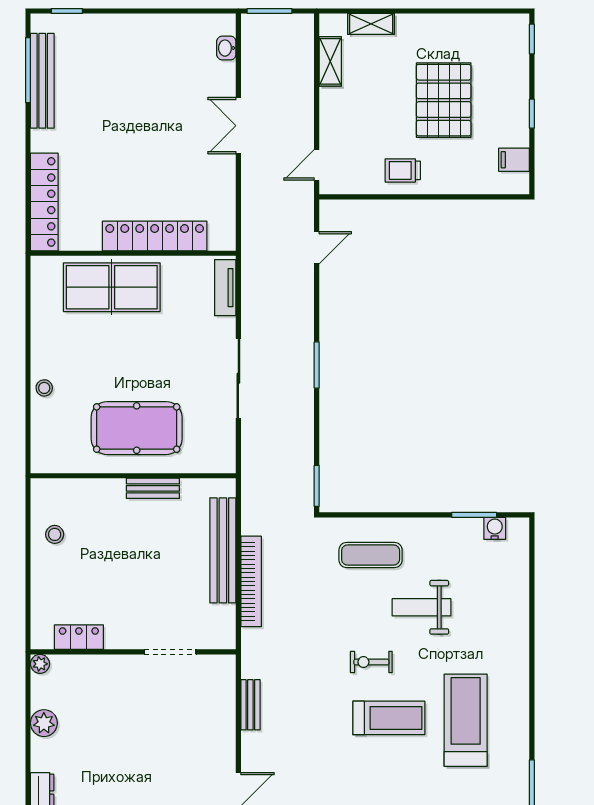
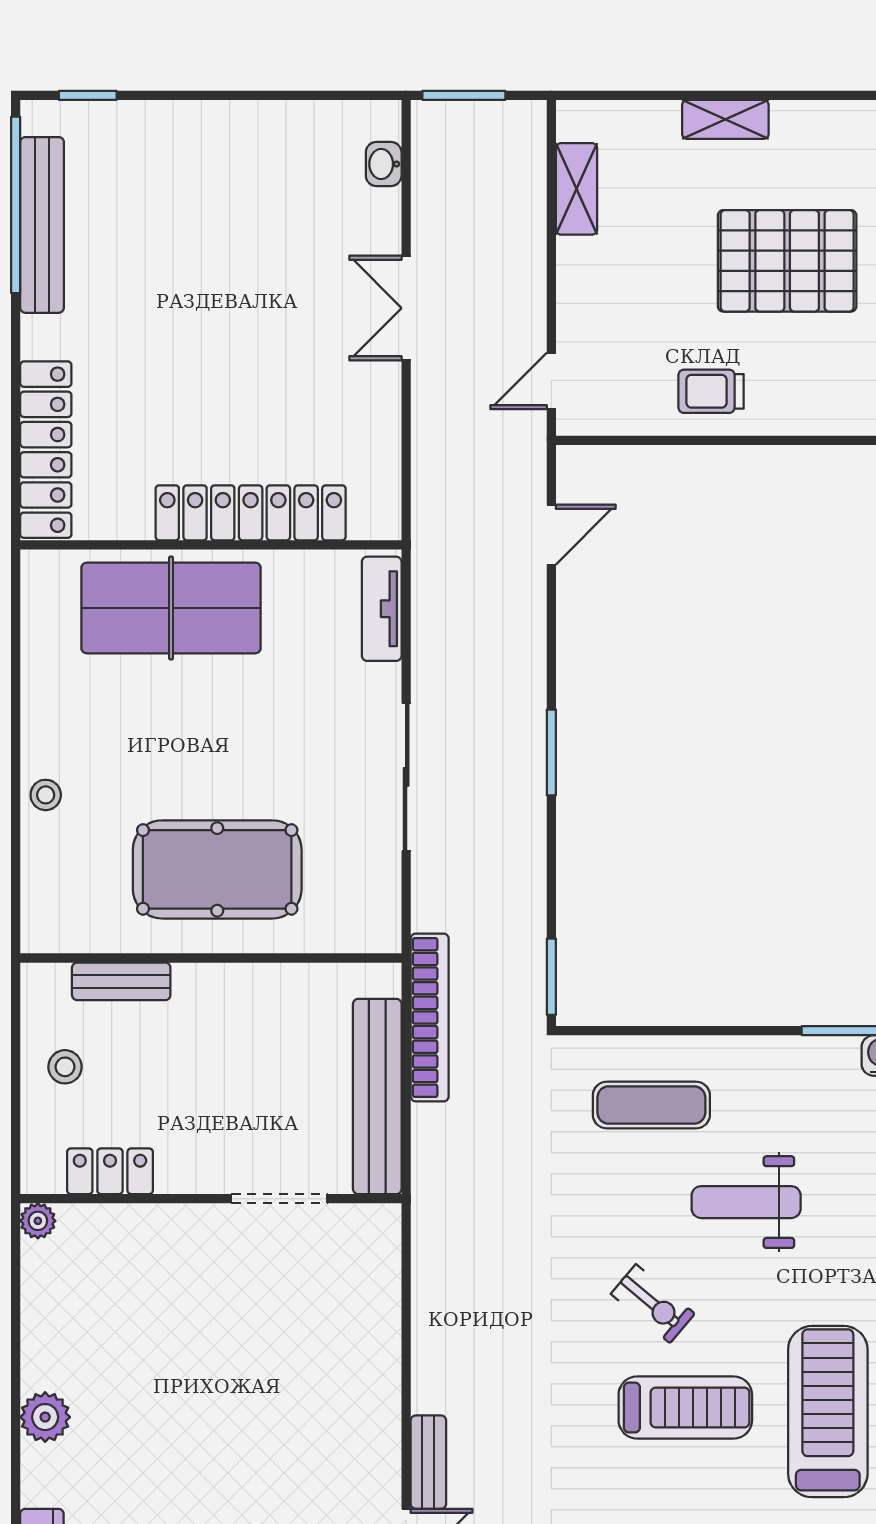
shelving: (371, 24) -> (725, 119), moved
window: (28, 70) -> (16, 205), width x1.46
pallet: (444, 100) -> (787, 261), turned 90
bench: (153, 488) -> (121, 981), moved
bookcase: (251, 581) -> (430, 1017), moved
locker: (79, 637) -> (110, 1171), moved
wall: (133, 652) -> (211, 1199), moved
doorway: (170, 652) -> (279, 1199), moved
exercise bike: (371, 662) -> (653, 1304), turned -140
plant: (40, 664) -> (38, 1221), moved
bench: (250, 705) -> (428, 1462), moved

